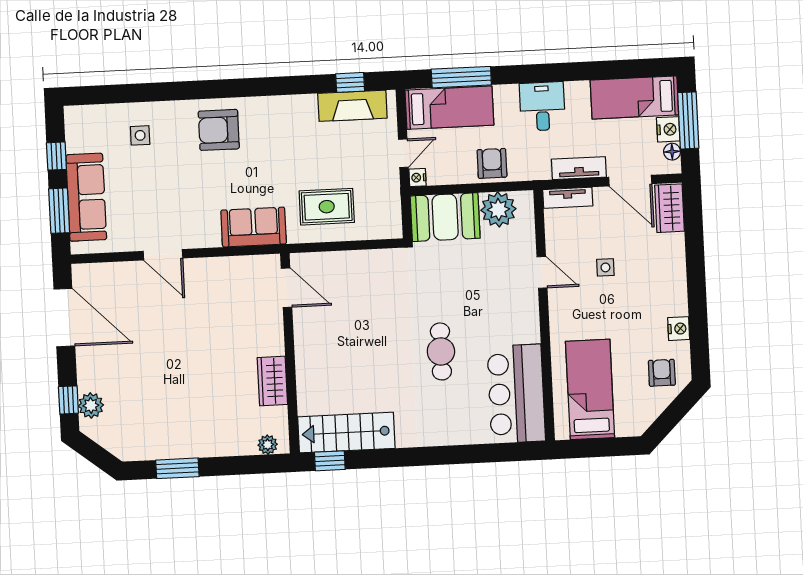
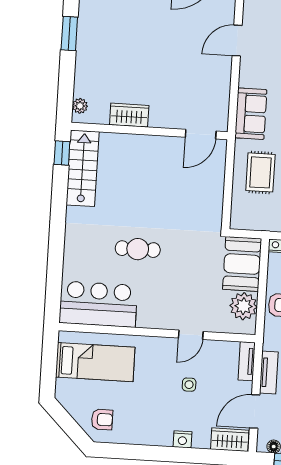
nightstand: (679, 329) -> (182, 439), moved

